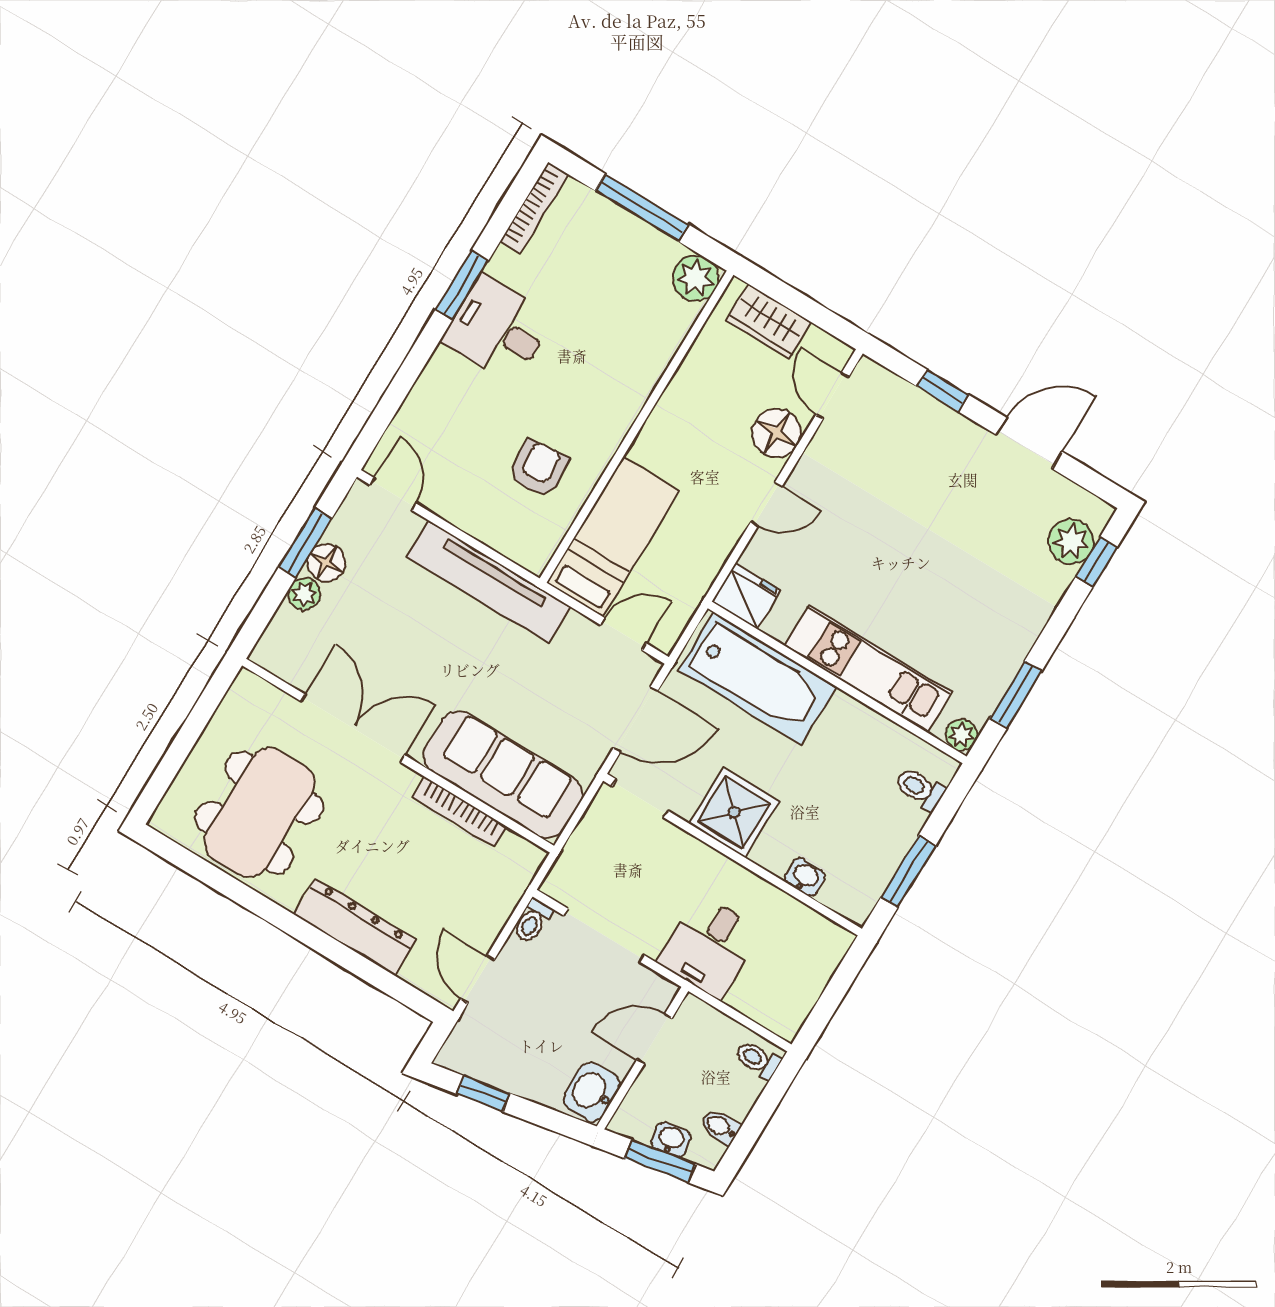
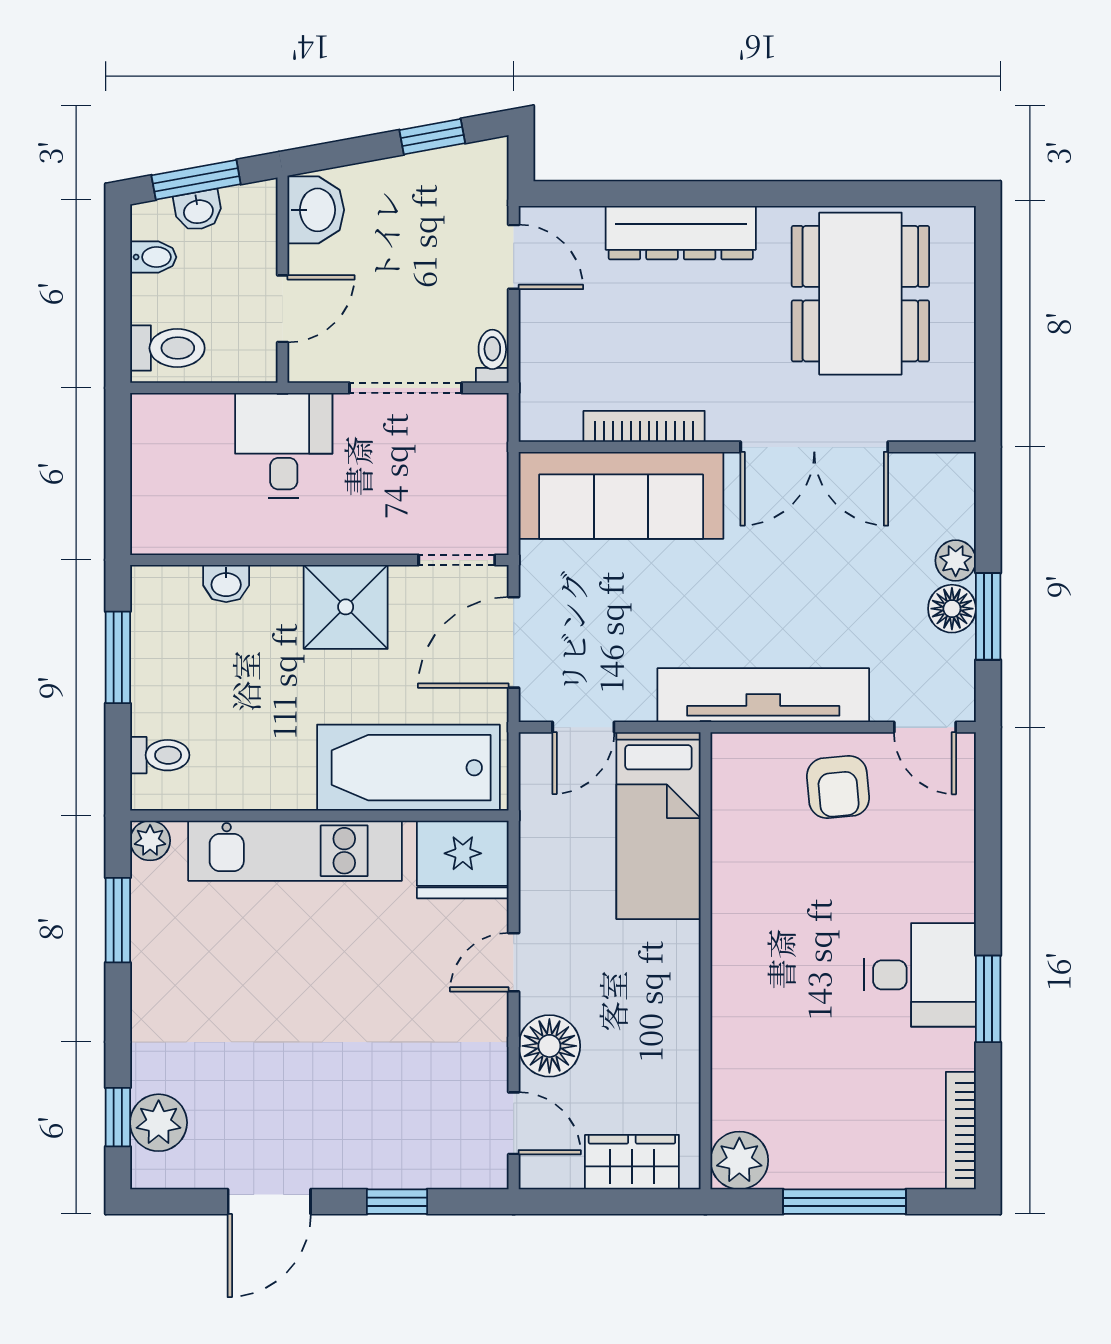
armchair: (538, 468) -> (838, 787), moved
fridge: (746, 596) -> (463, 859), width x1.36, depth x1.34
toilet: (758, 1060) -> (167, 348), width x1.37, depth x1.39

